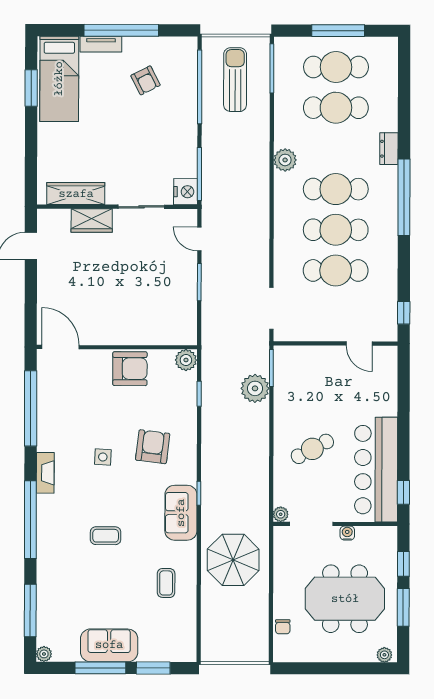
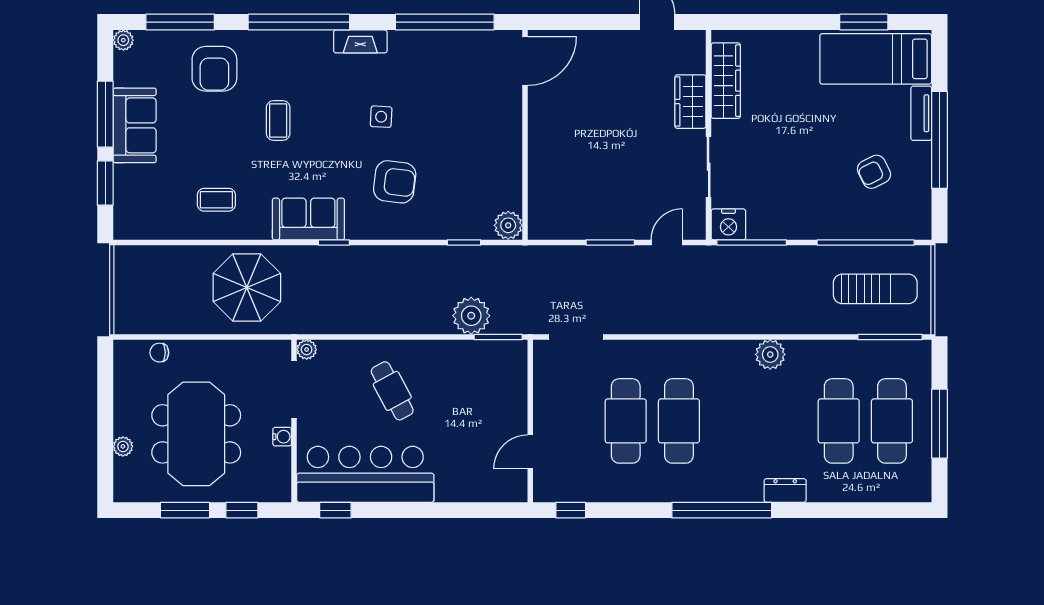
cafe table: (336, 189) -> (732, 421), removed
armchair: (130, 369) -> (214, 69), moved
plant: (384, 655) -> (123, 446), moved

